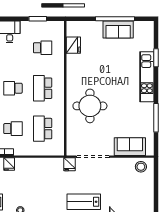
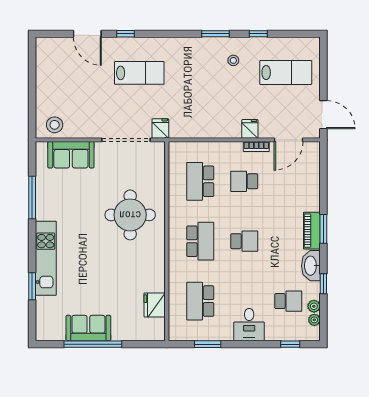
school desk: (43, 48) -> (200, 301), width x1.85
school desk: (43, 129) -> (200, 181), turned 180

